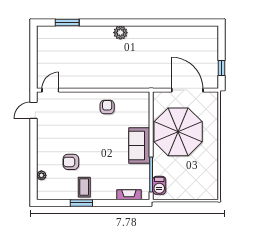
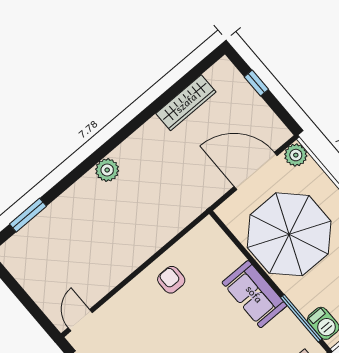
wardrobe: (182, 32) -> (186, 103), added
window: (222, 68) -> (256, 83), moved
plant: (212, 98) -> (296, 155), added

